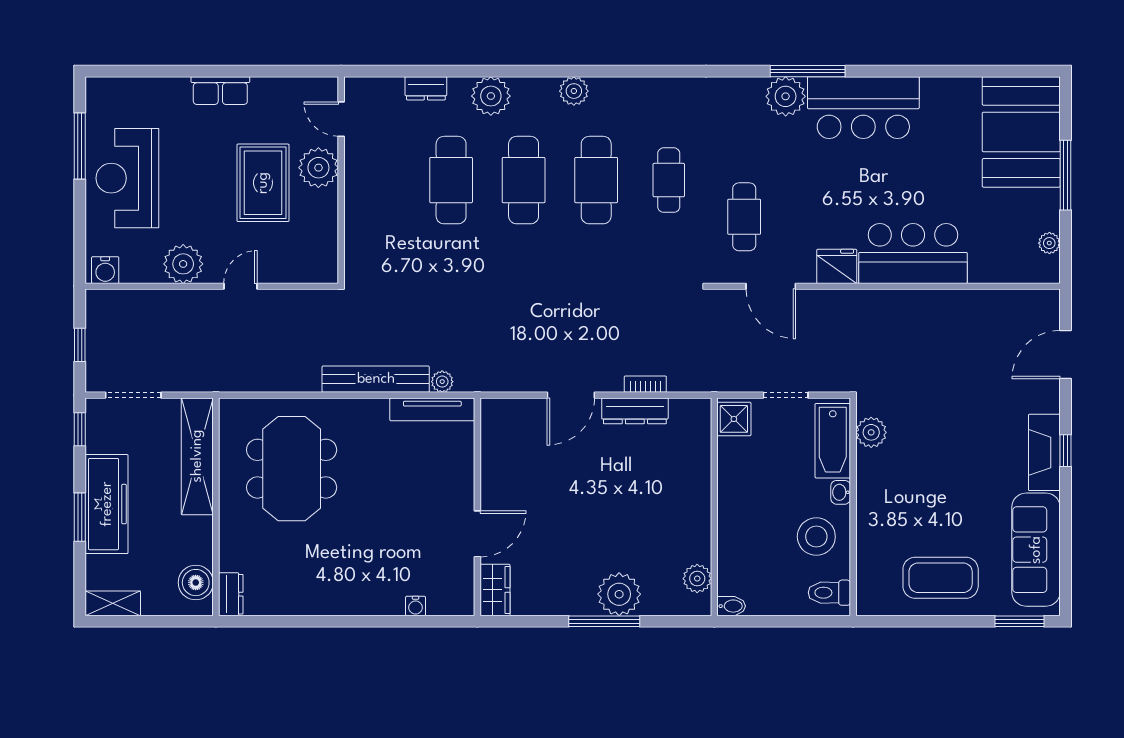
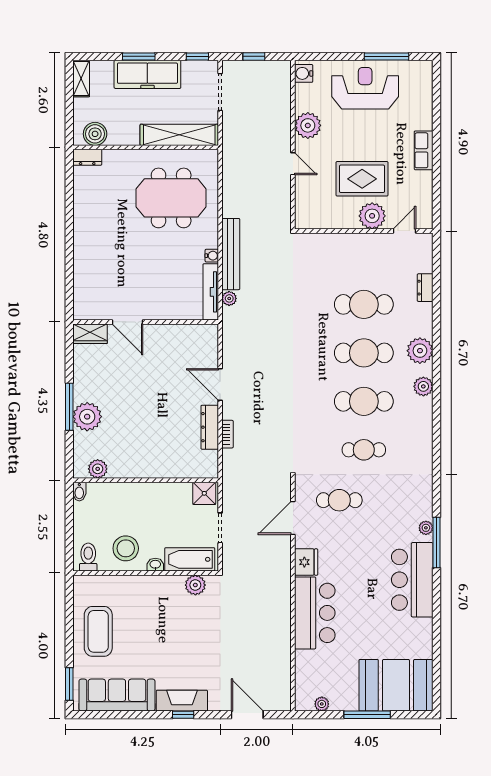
plant: (491, 96) -> (420, 351), moved
plant: (786, 96) -> (426, 528), width x0.53, depth x0.53
water cooler: (416, 606) -> (212, 256), moved, turned 180

